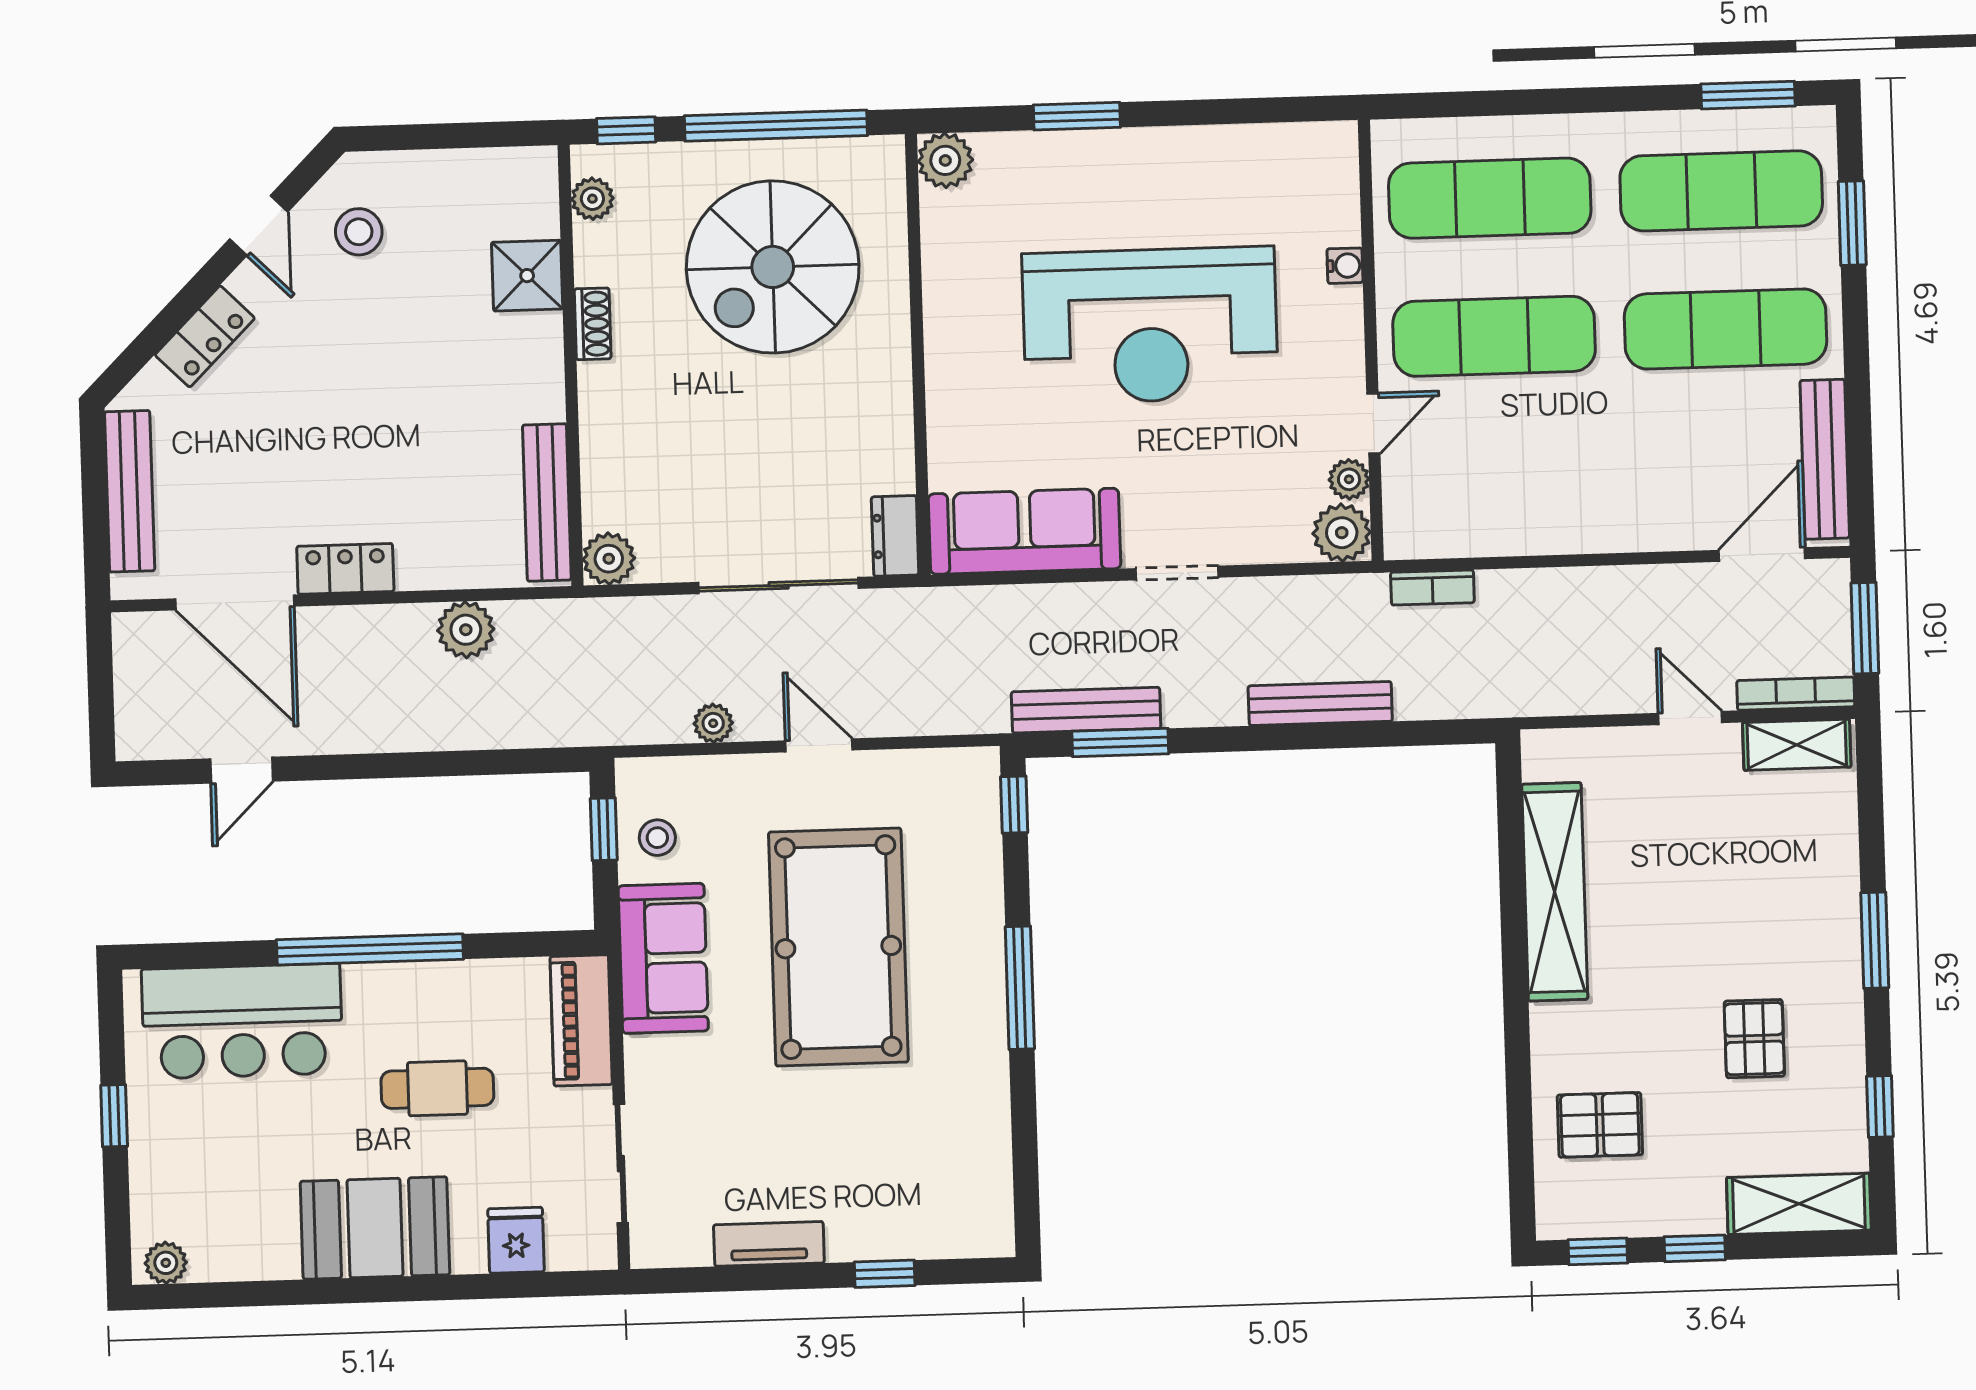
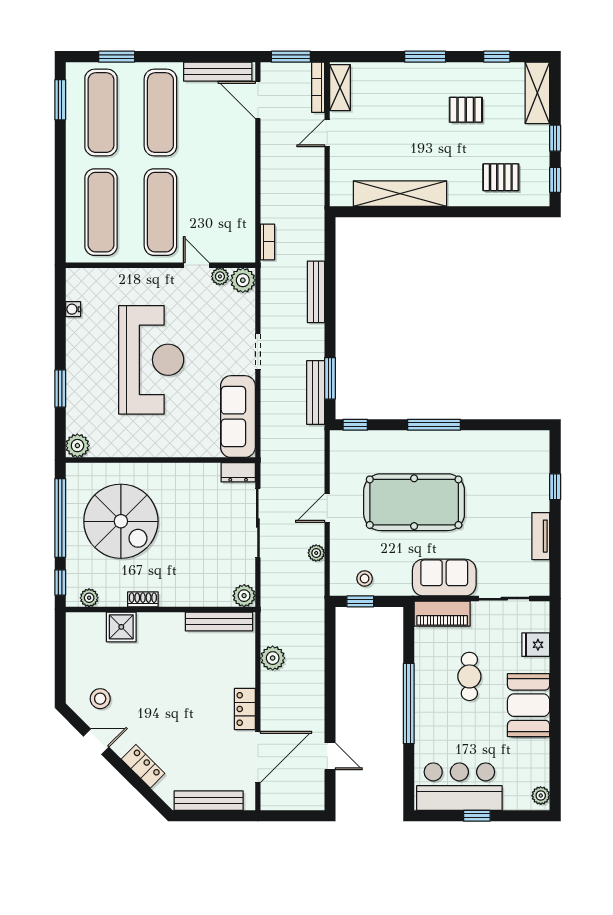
water cooler: (1345, 266) -> (73, 309), moved, turned -90
sofa: (663, 958) -> (444, 578), moved
bar counter: (242, 1021) -> (459, 787), moved, turned -90
pallet: (1600, 1125) -> (501, 177), turned 90

